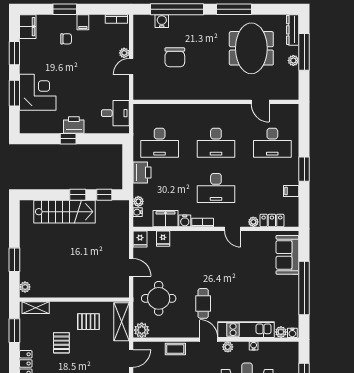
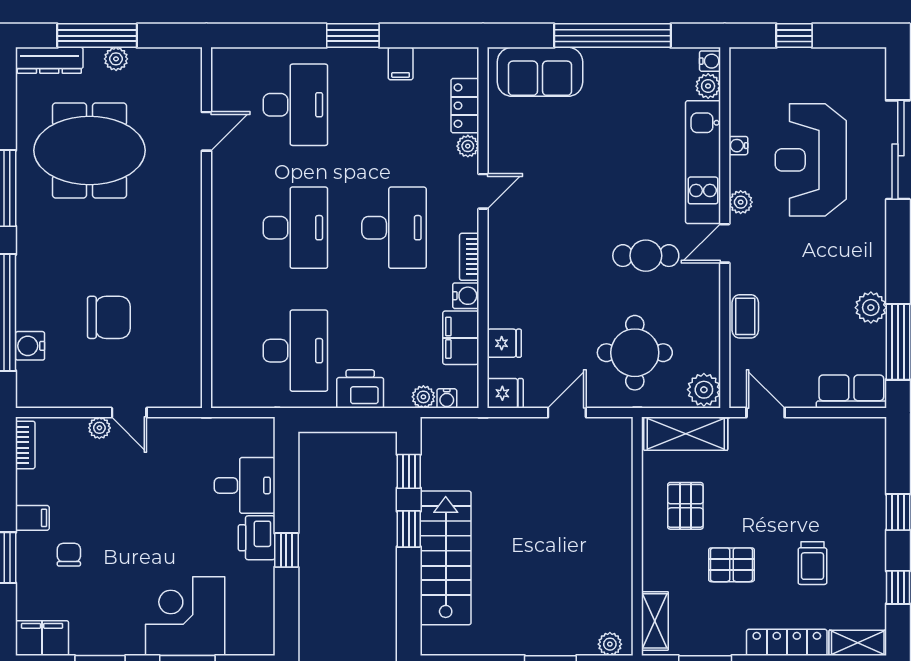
desk: (115, 113) -> (245, 485), moved, turned 90

